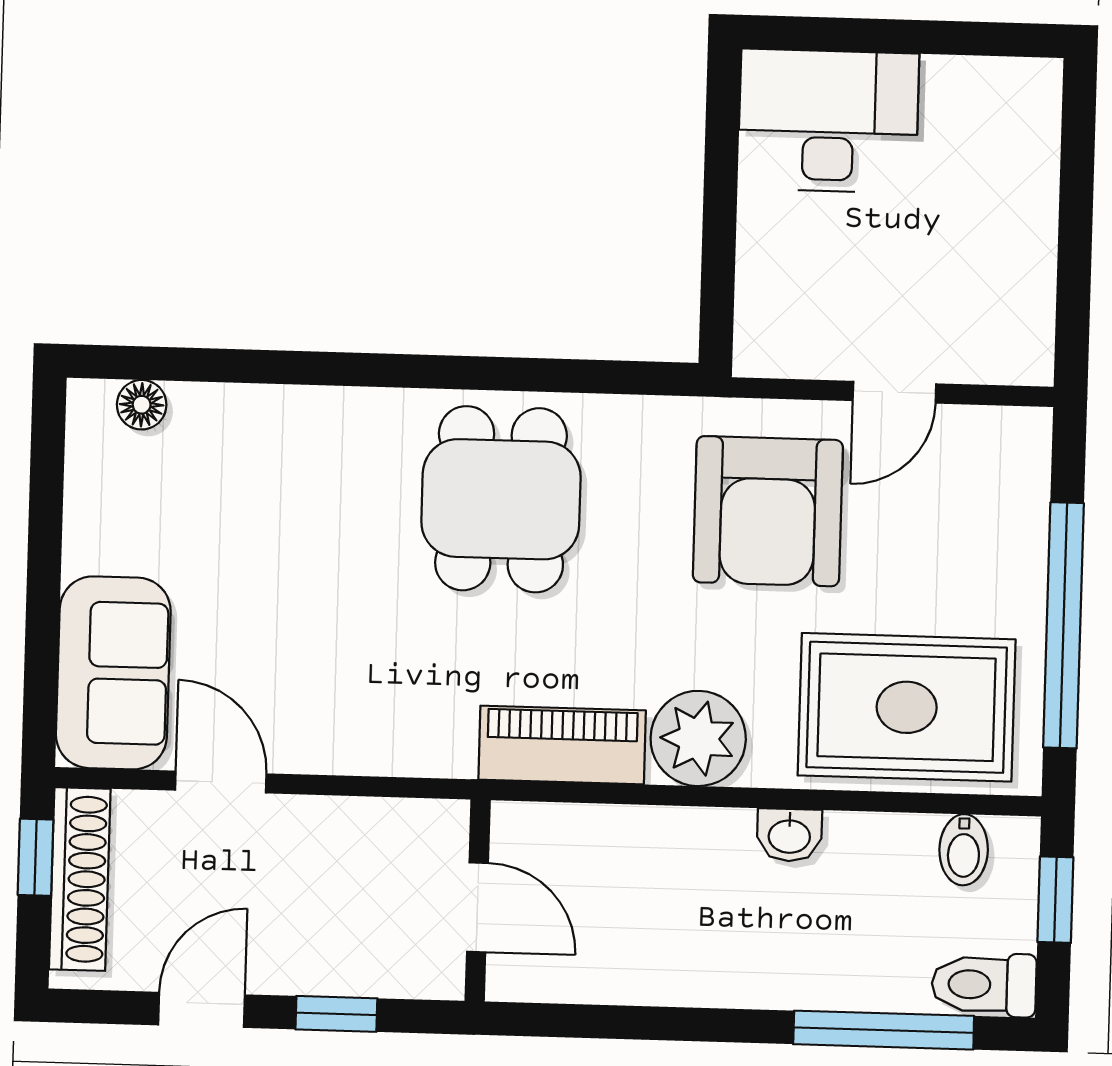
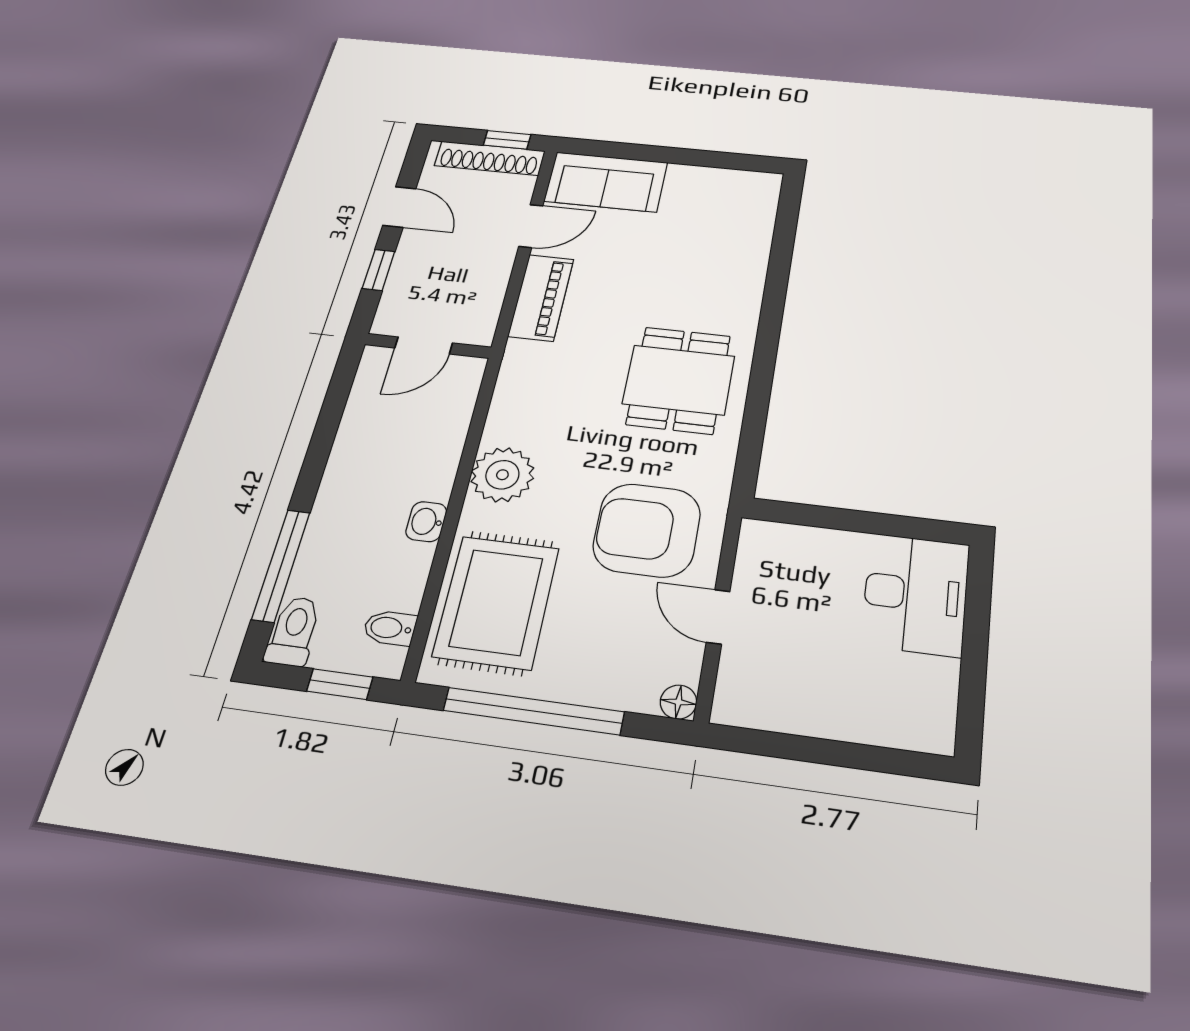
floor lamp: (142, 405) -> (678, 702), moved
dining table: (501, 499) -> (679, 380), turned 90
piano: (562, 745) -> (541, 297), moved

